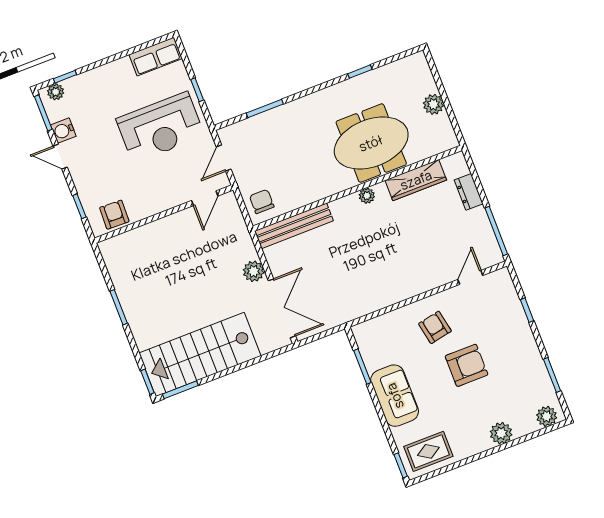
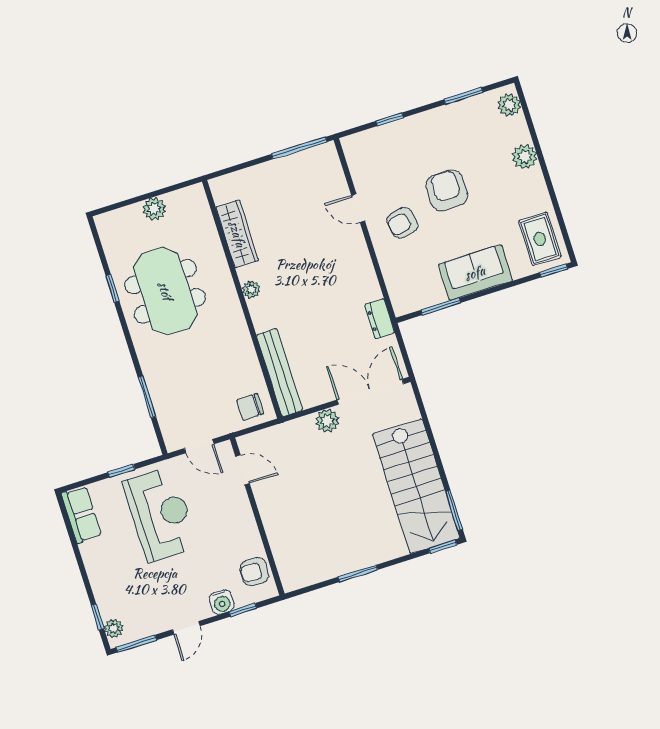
water cooler: (63, 131) -> (222, 602), moved
meeting table: (371, 143) -> (165, 291), moved
dresser: (469, 192) -> (380, 319), moved, turned 90
door: (470, 277) -> (358, 208), moved

